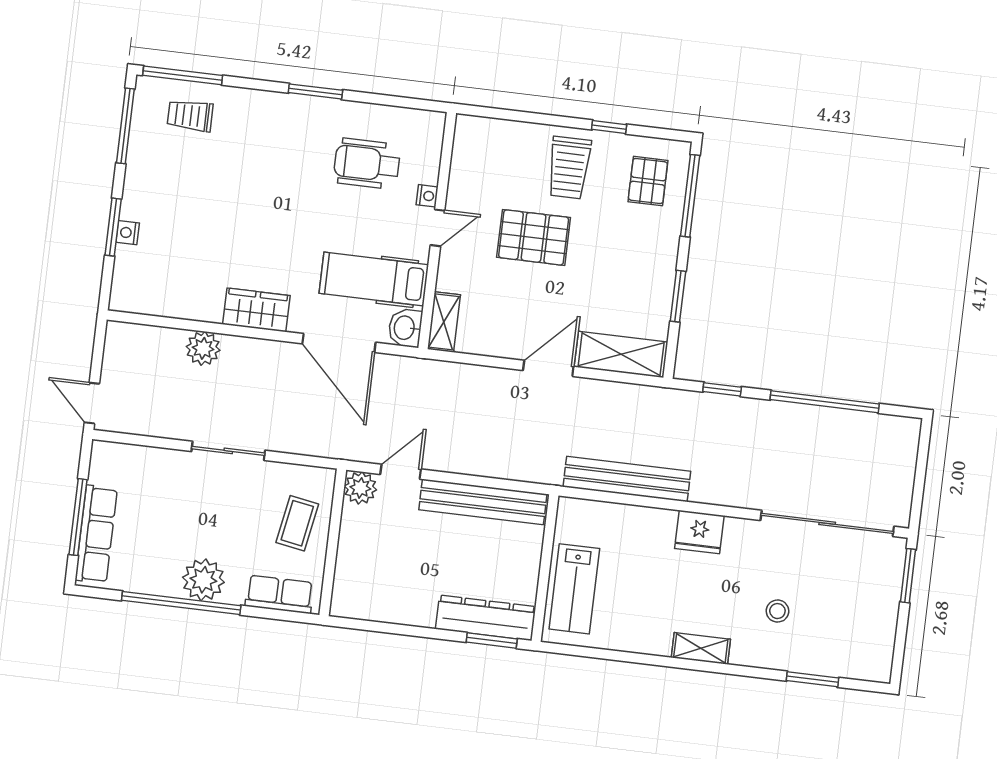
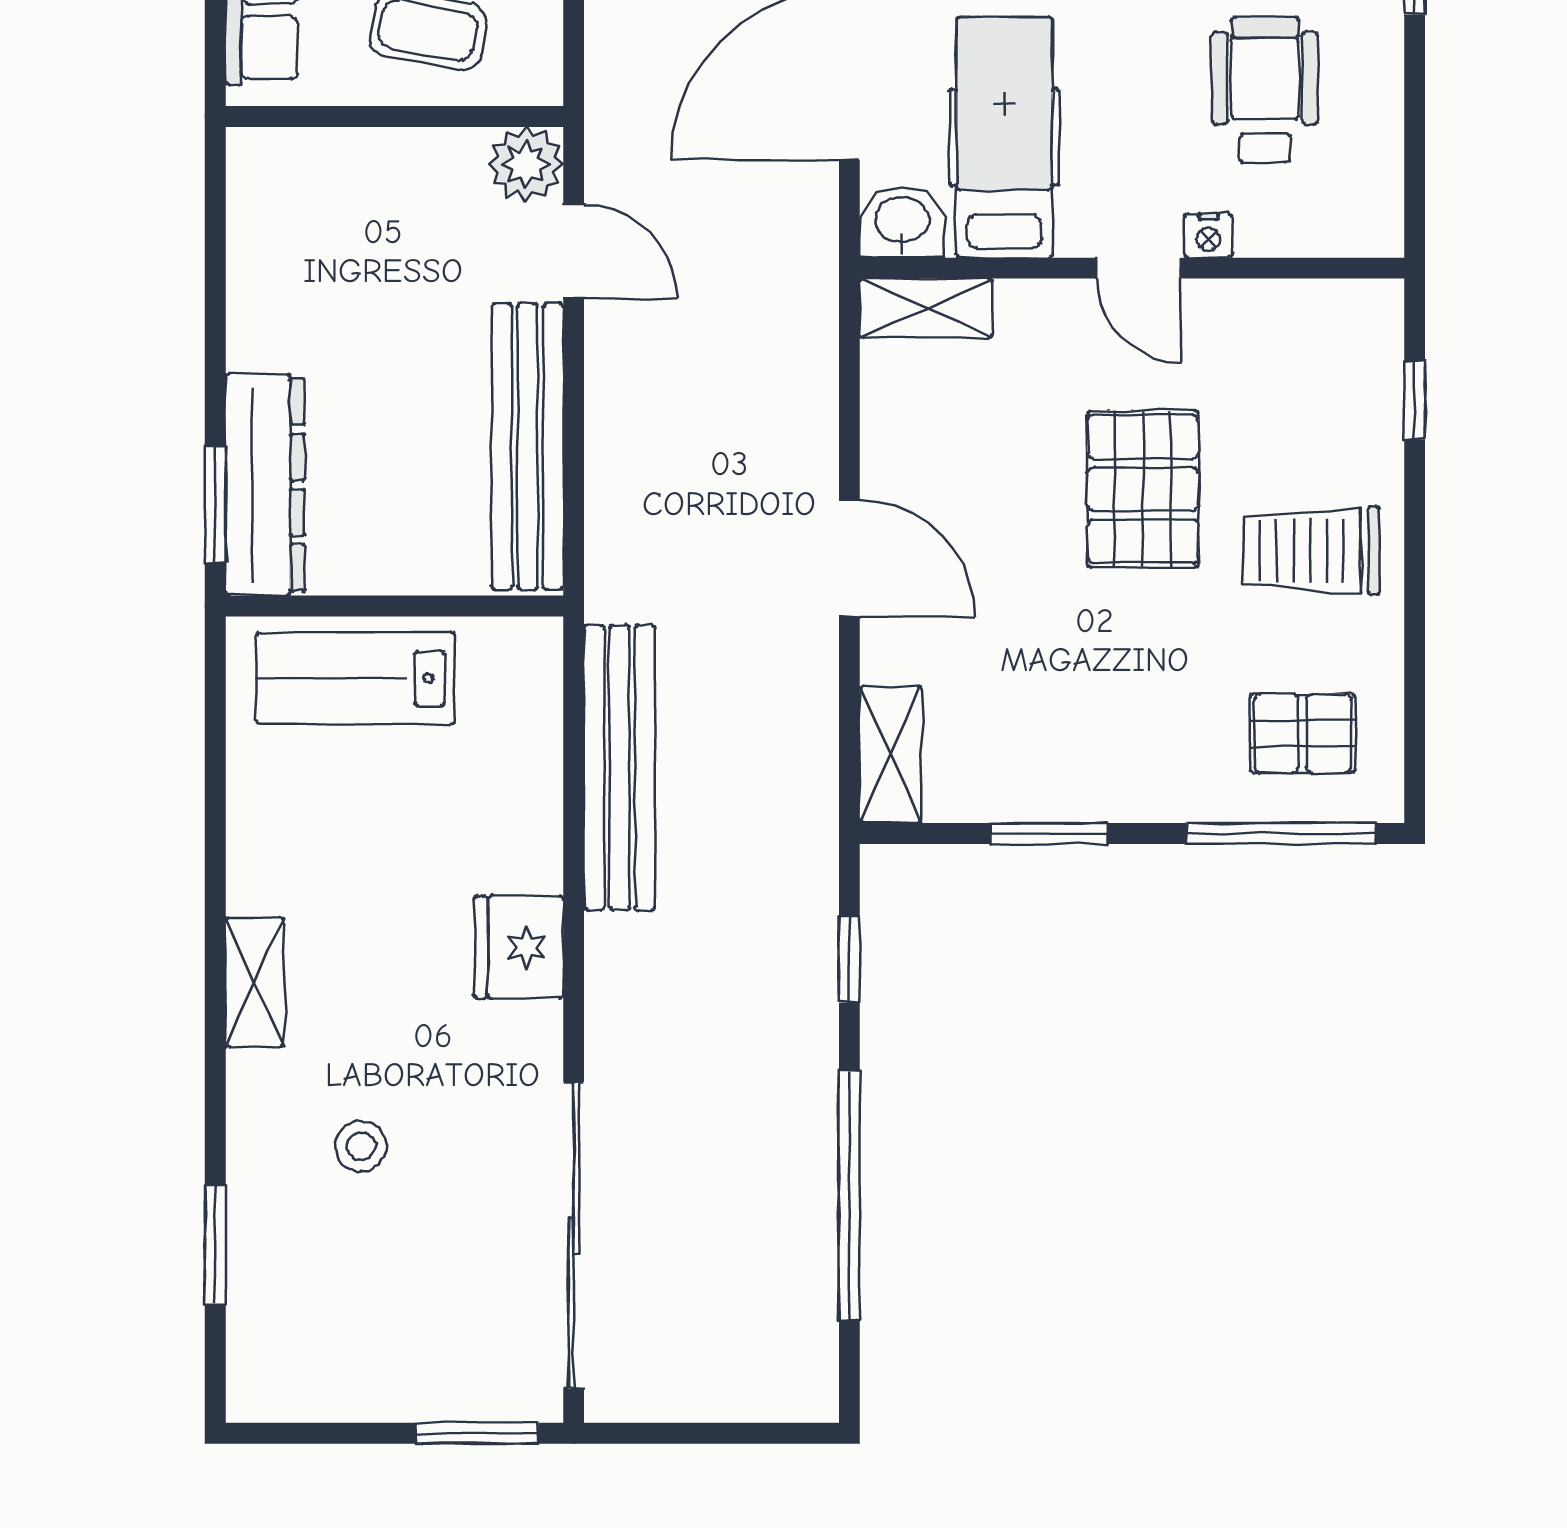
window: (609, 127) -> (1415, 400), moved
shelving: (621, 354) -> (891, 754), width x0.67, depth x0.75

